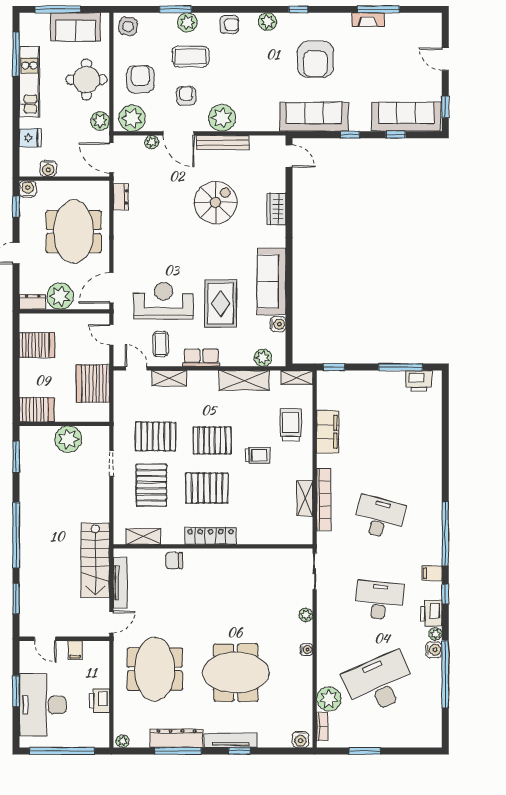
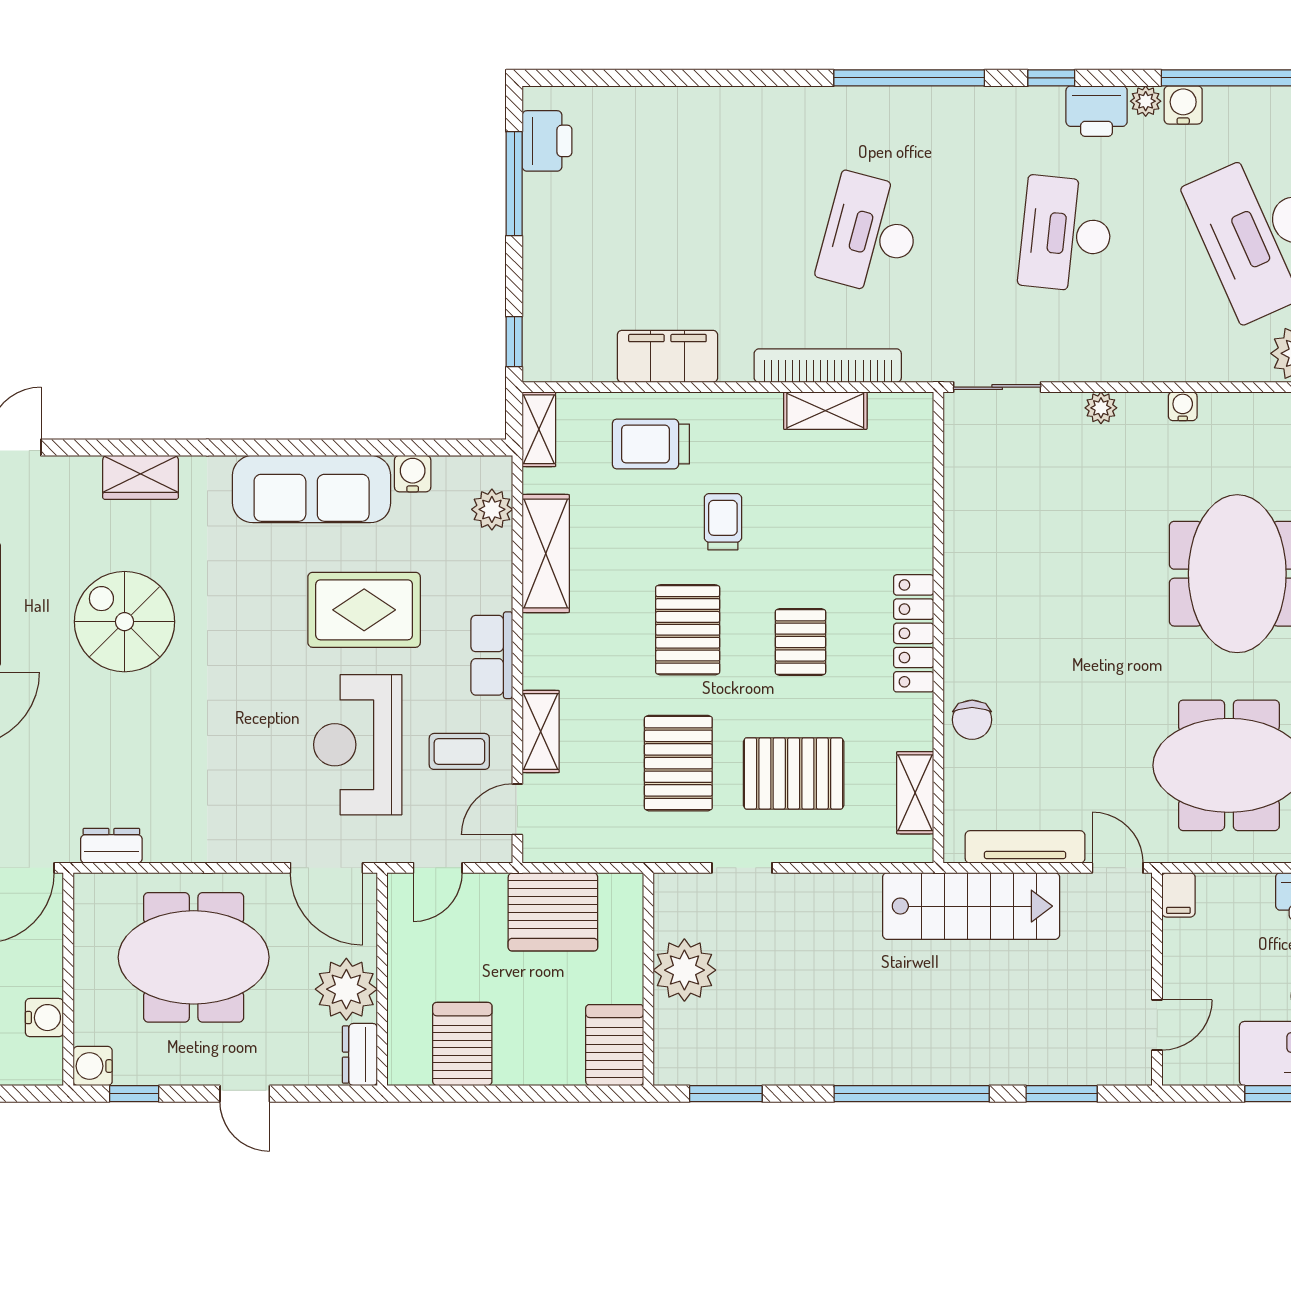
pallet: (207, 488) -> (800, 642), width x0.67, depth x0.71
filing cabinet: (432, 573) -> (1002, 109), removed
filing cabinet: (75, 650) -> (1178, 895), moved, turned 90

